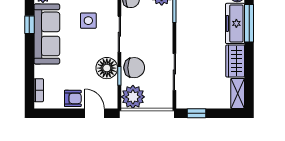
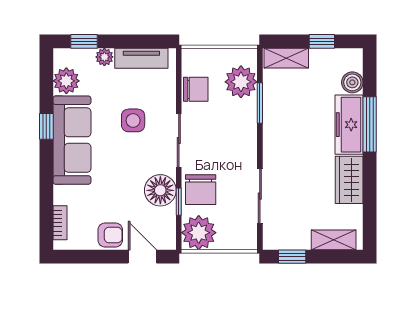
chair: (134, 68) -> (201, 190), turned 90
shelving: (238, 93) -> (334, 240), moved, turned 90

